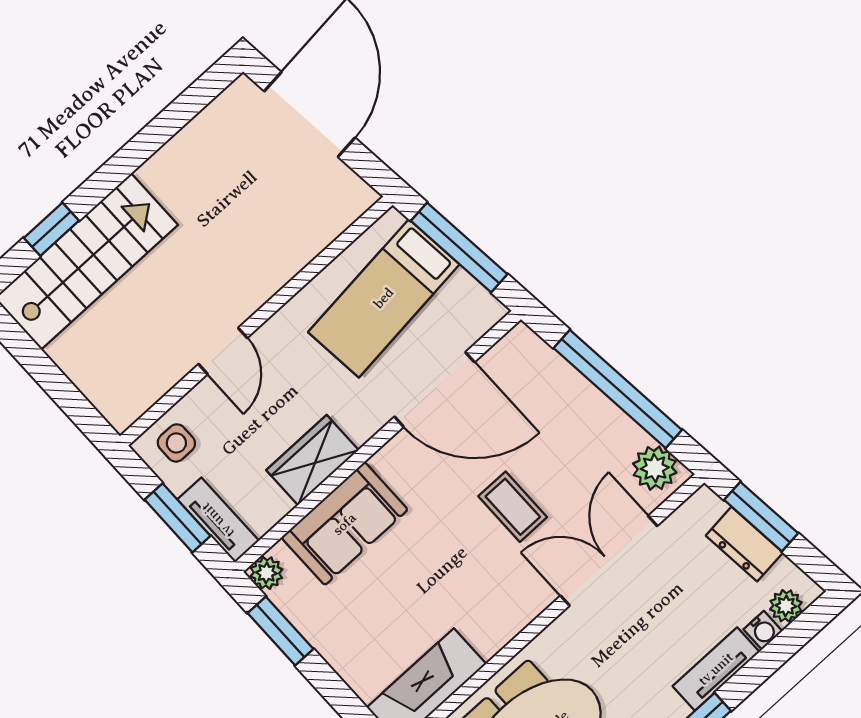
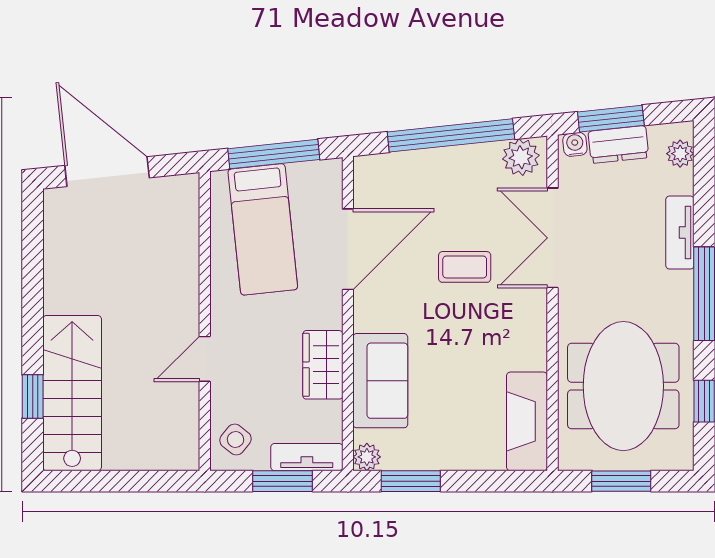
door: (223, 351) -> (205, 359), swing flipped
side table: (176, 443) -> (235, 440), turned 38
water cooler: (763, 630) -> (575, 144), moved, turned -96

